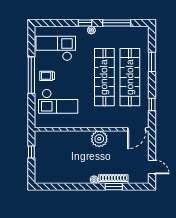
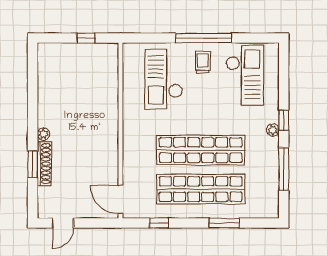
plant: (99, 139) -> (106, 142), removed

